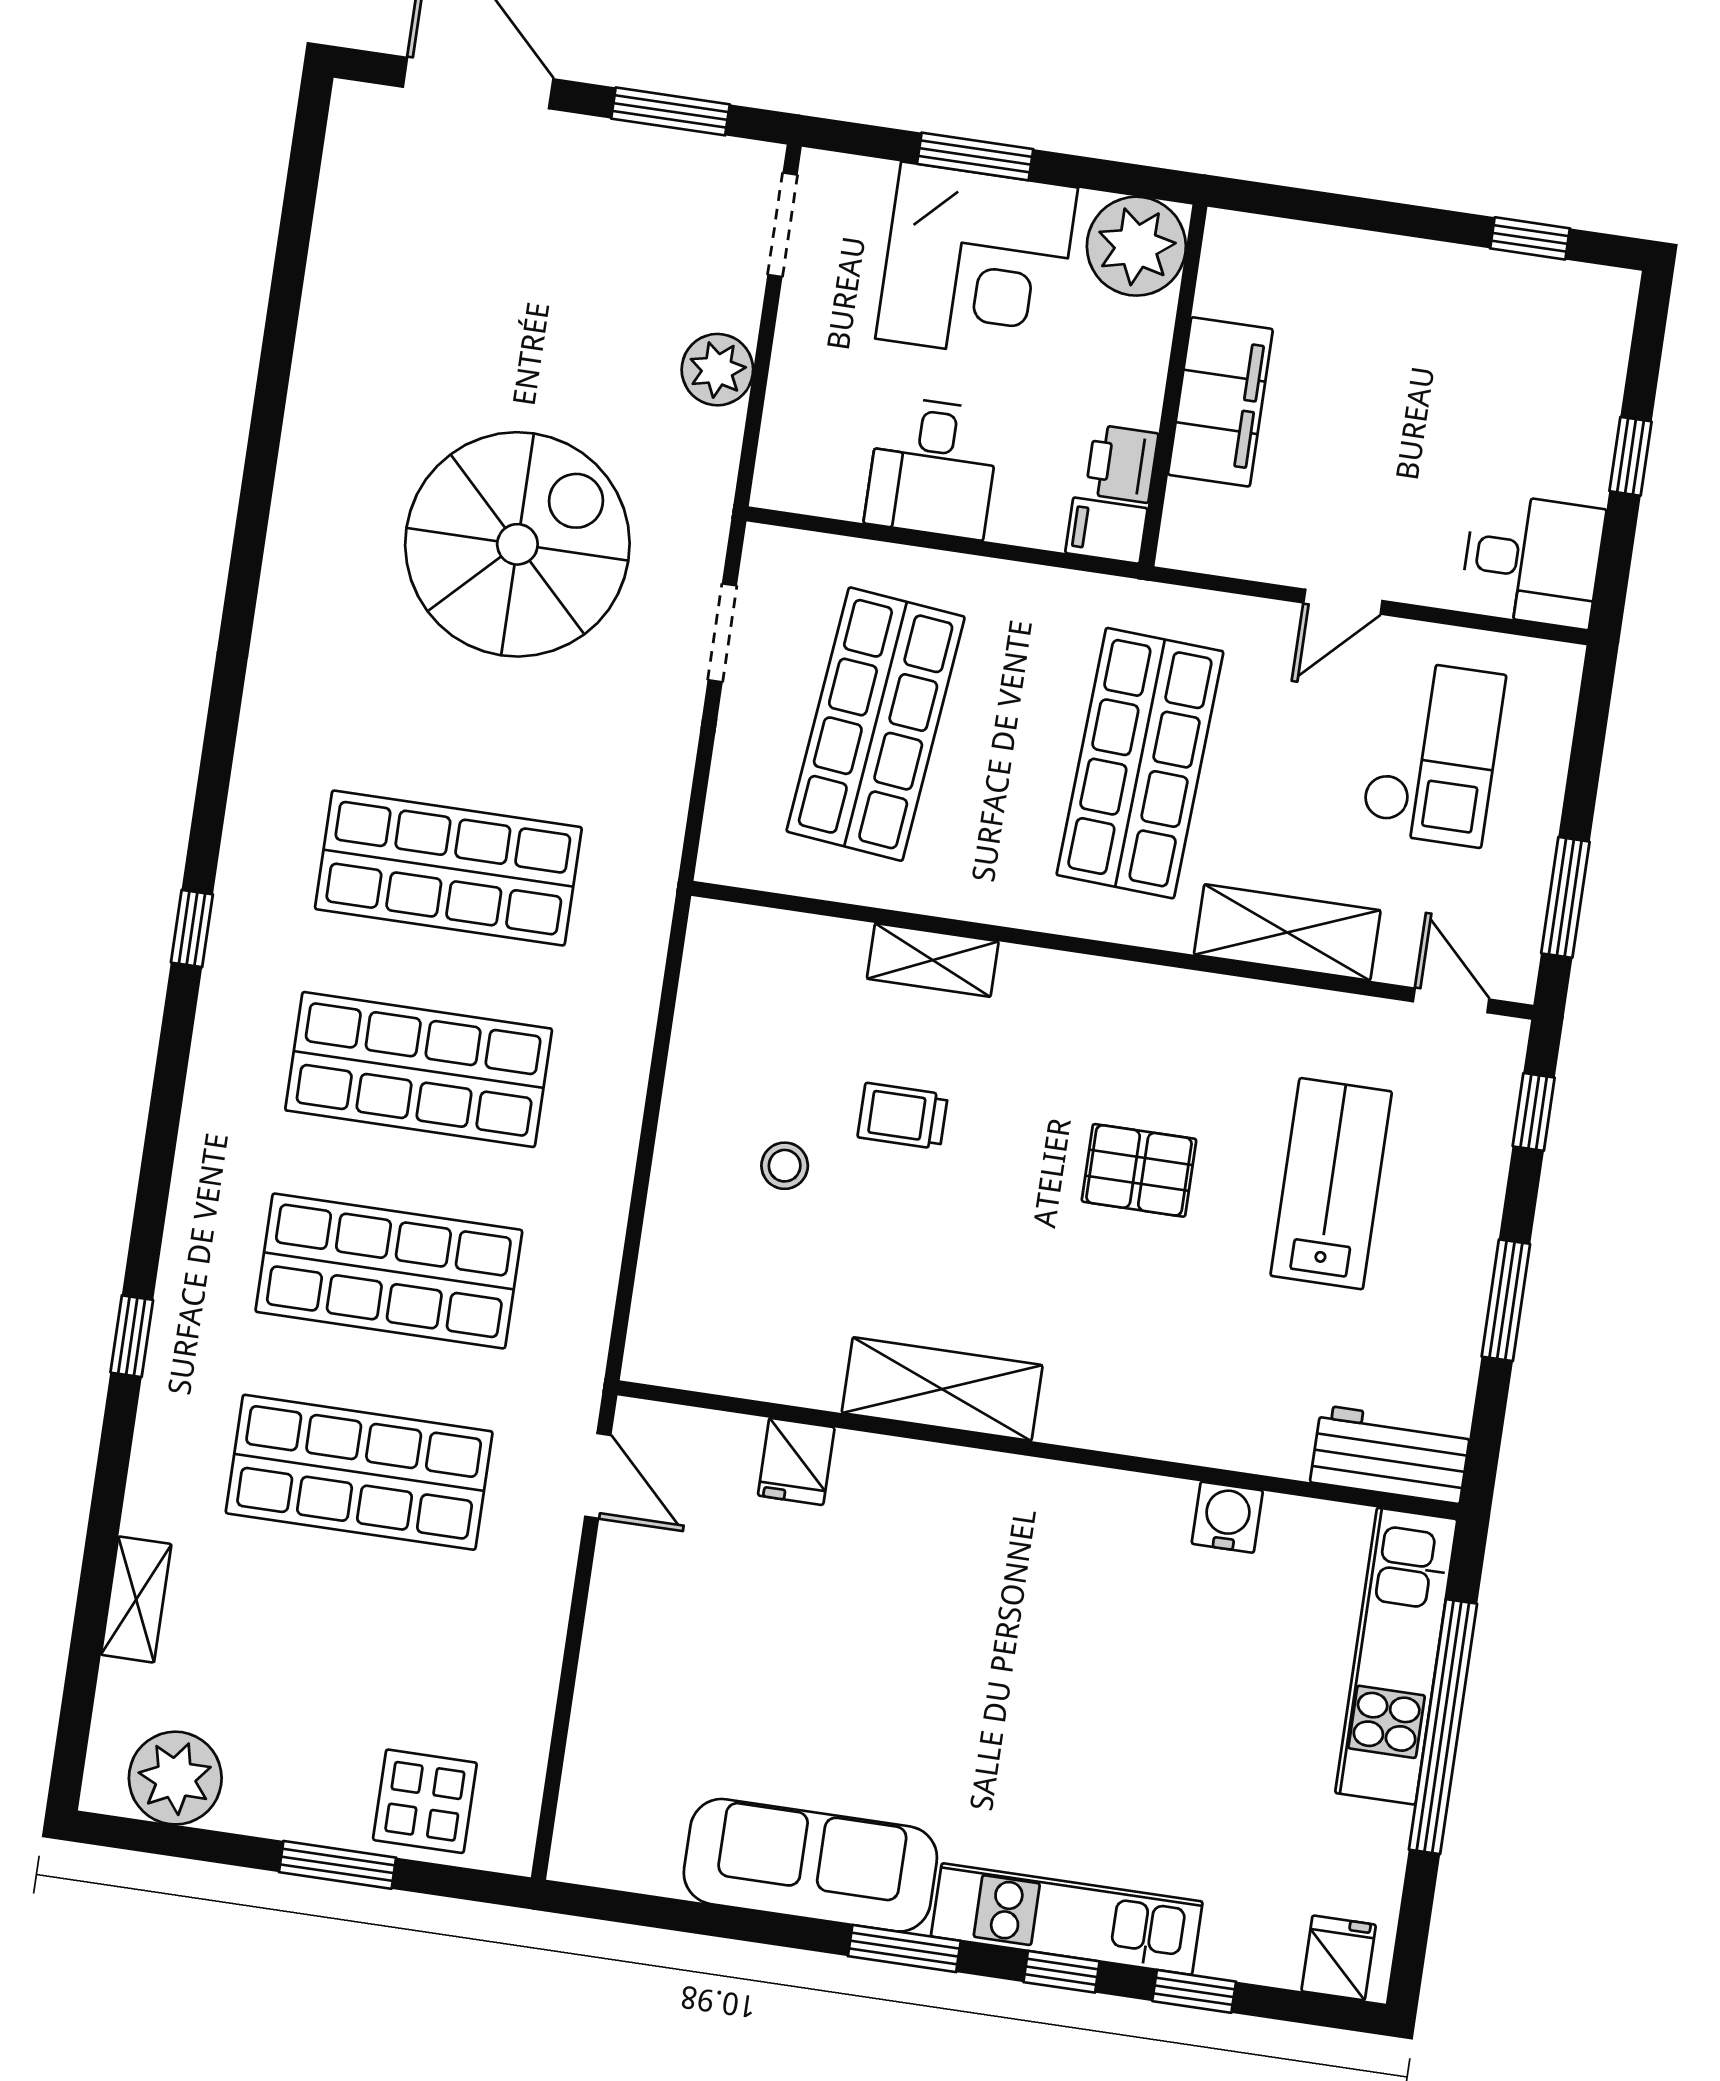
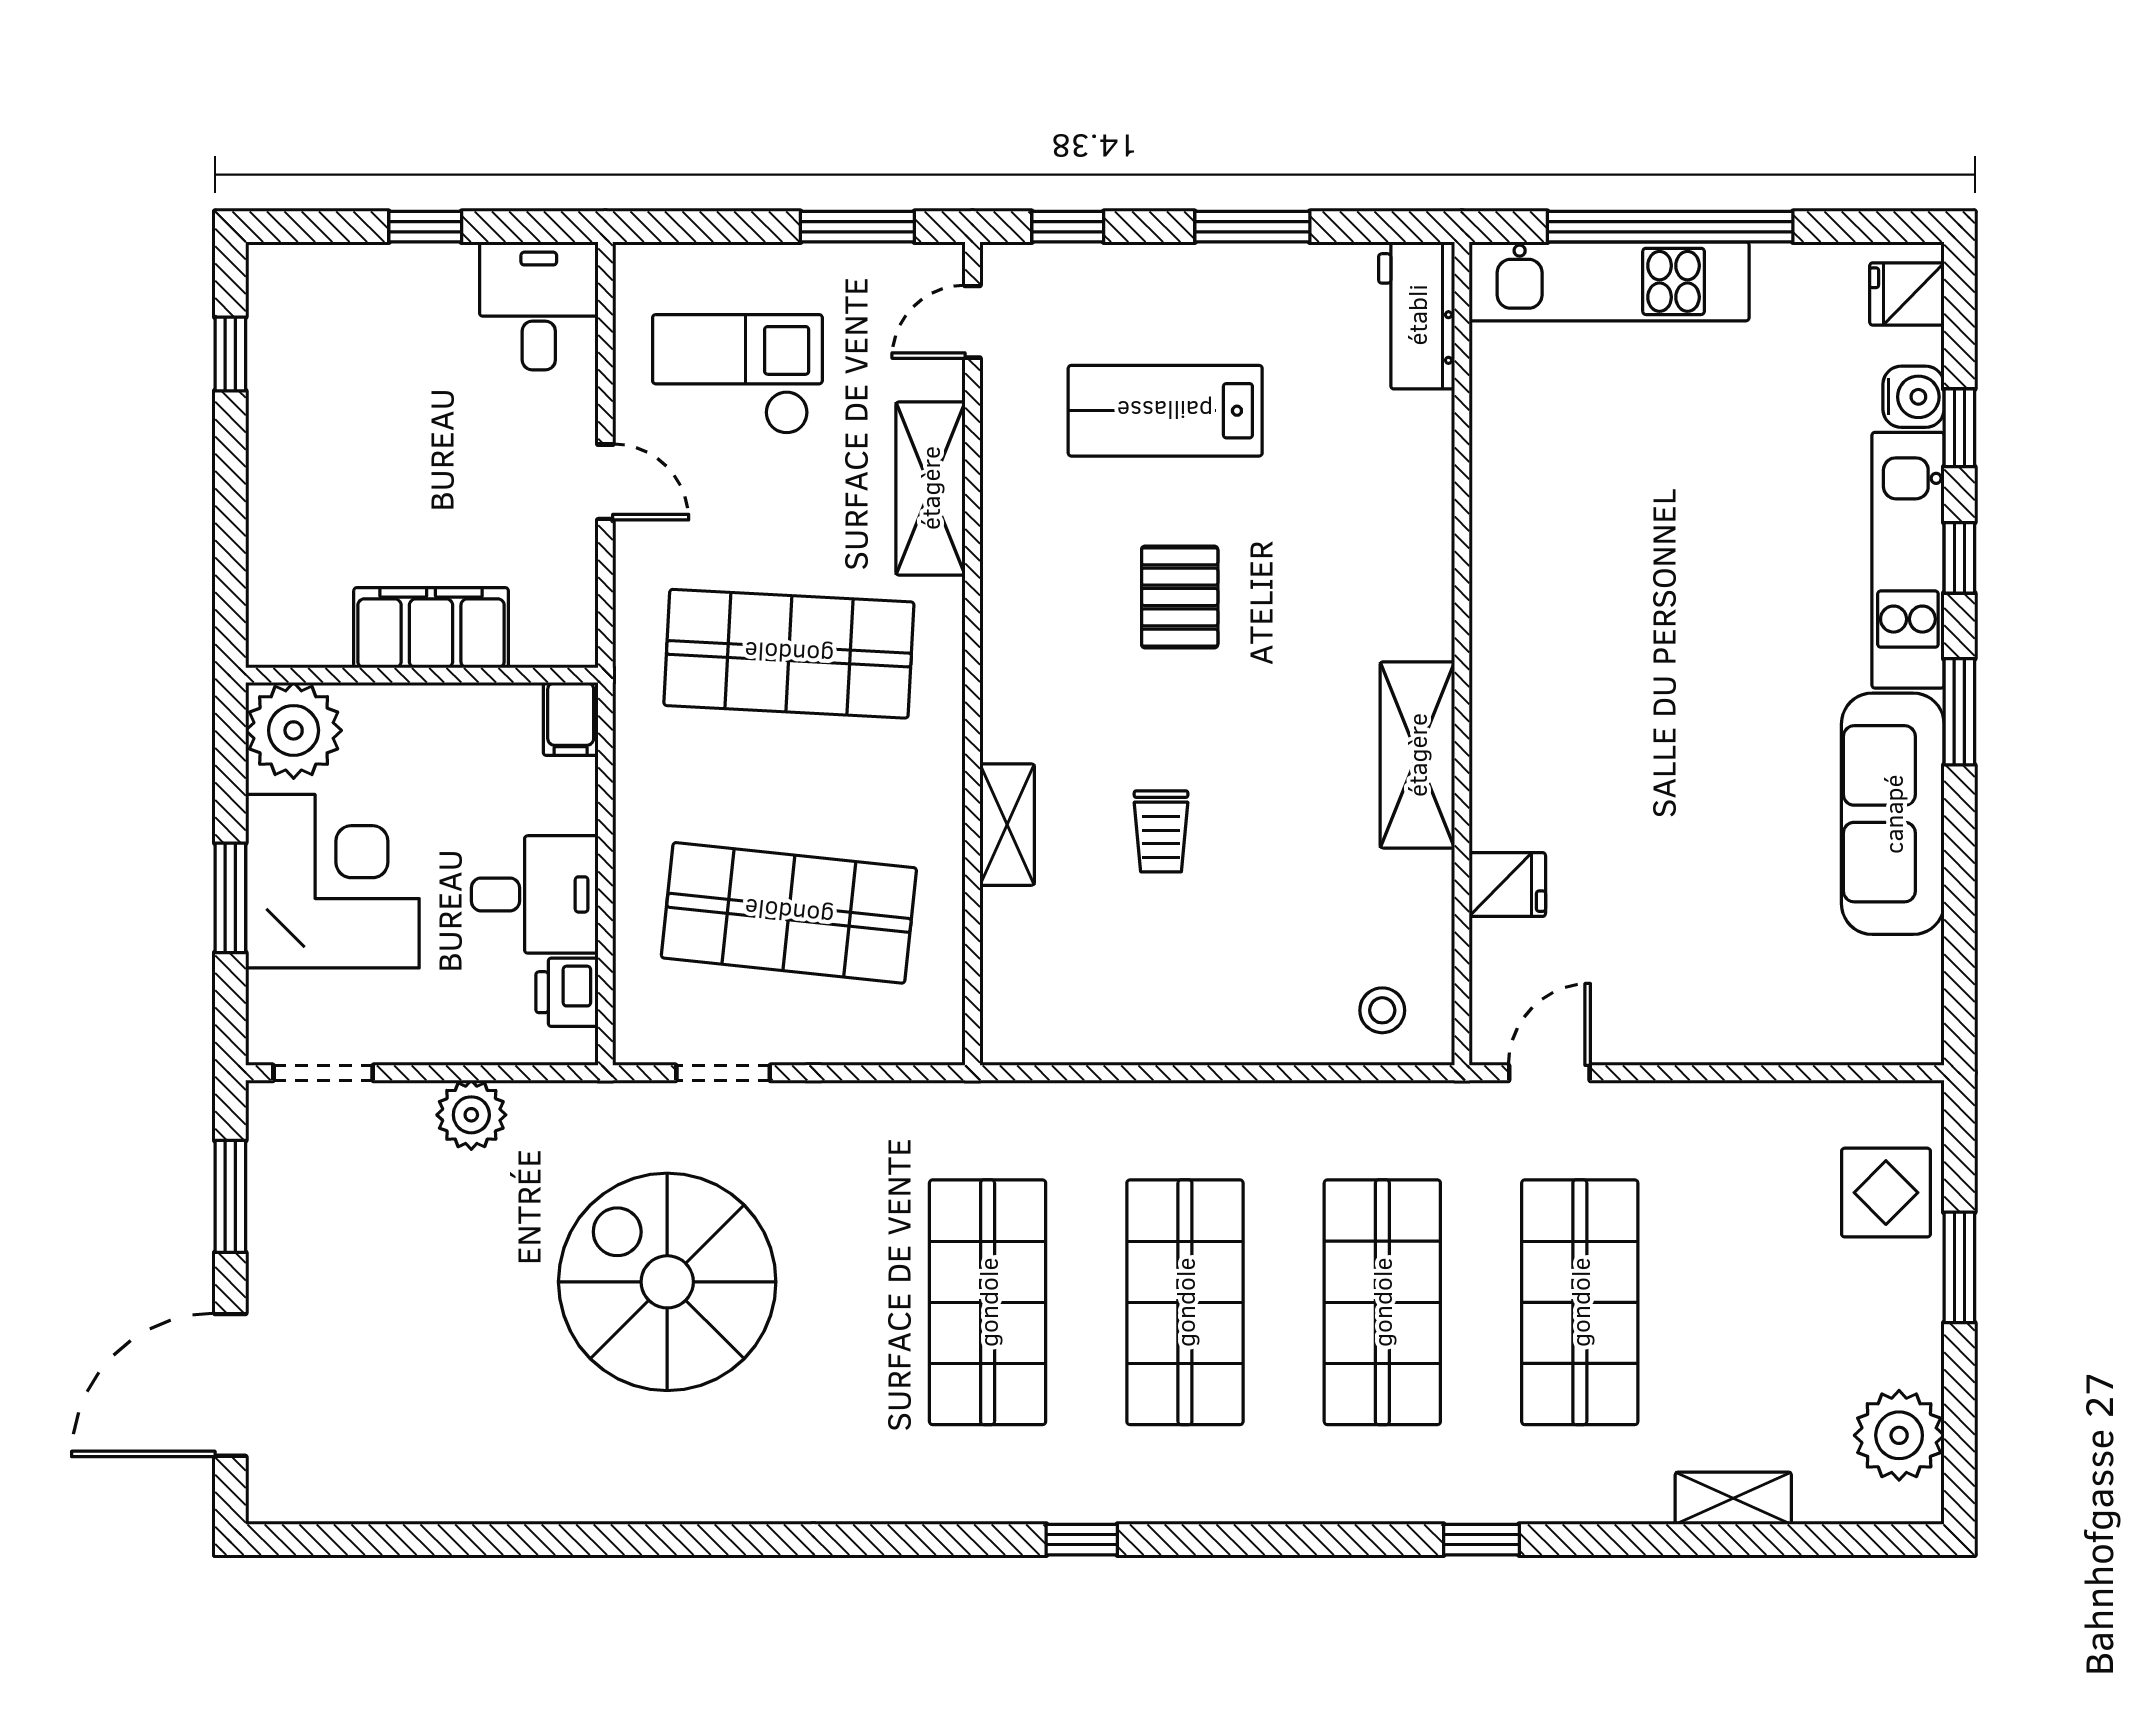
printer: (1122, 464) -> (567, 992), moved, turned 90
stool: (785, 1166) -> (1382, 1010), moved
water cooler: (1227, 1517) -> (1913, 397), moved, turned 180

